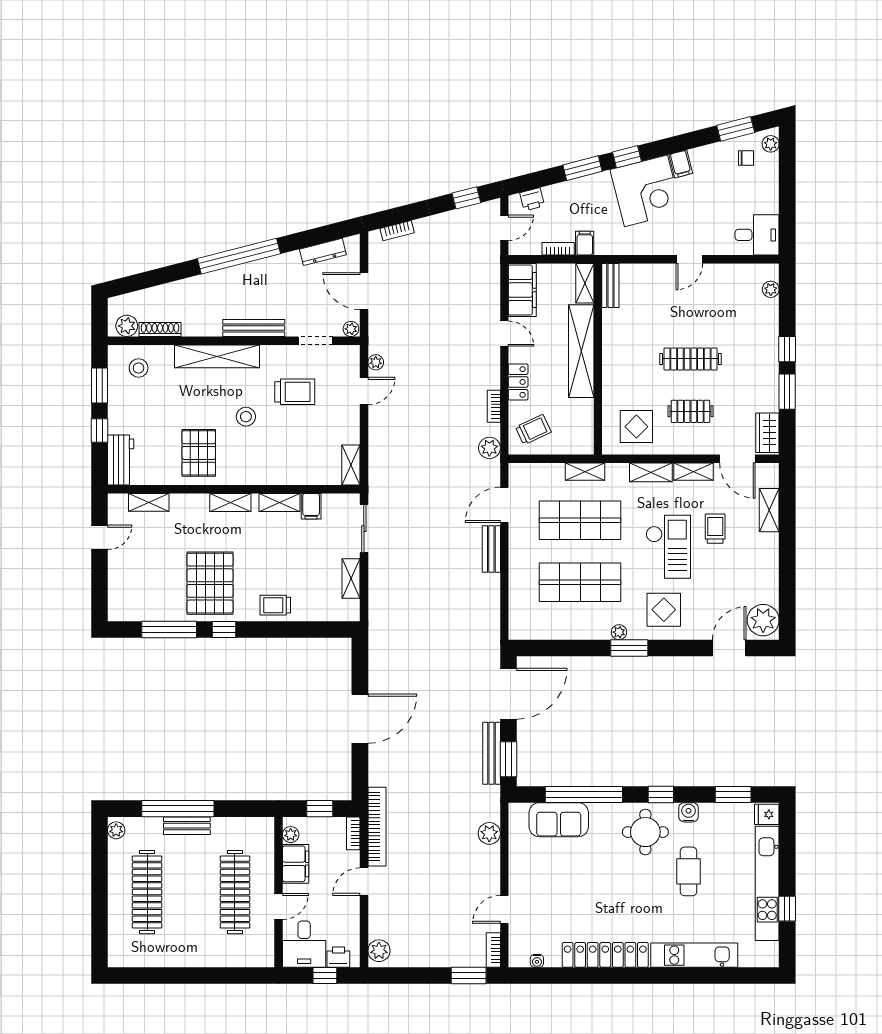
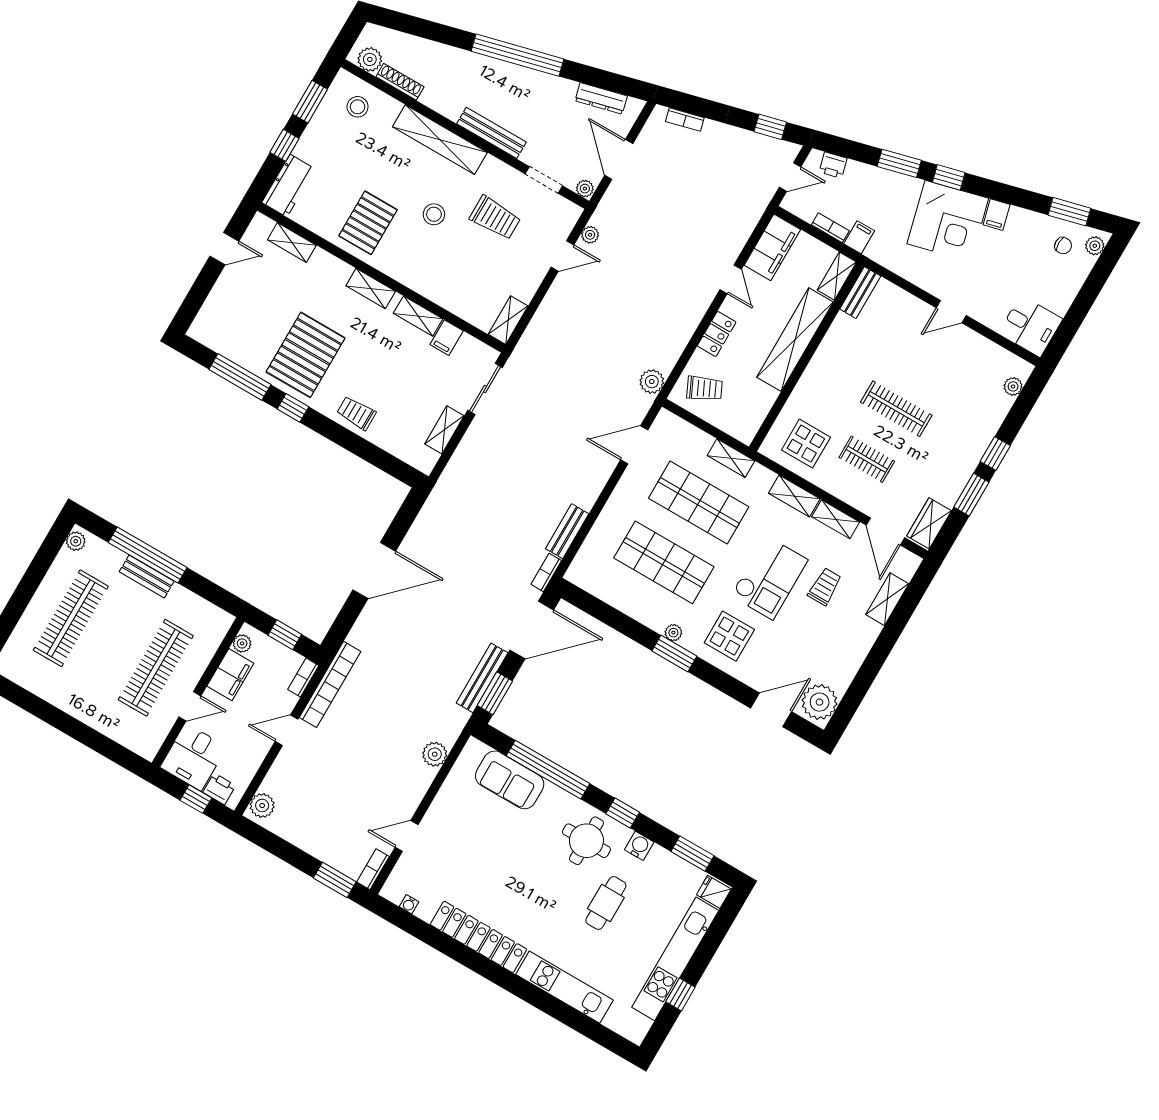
bookcase: (494, 406) -> (546, 572), moved
bench: (491, 549) -> (567, 531), moved

